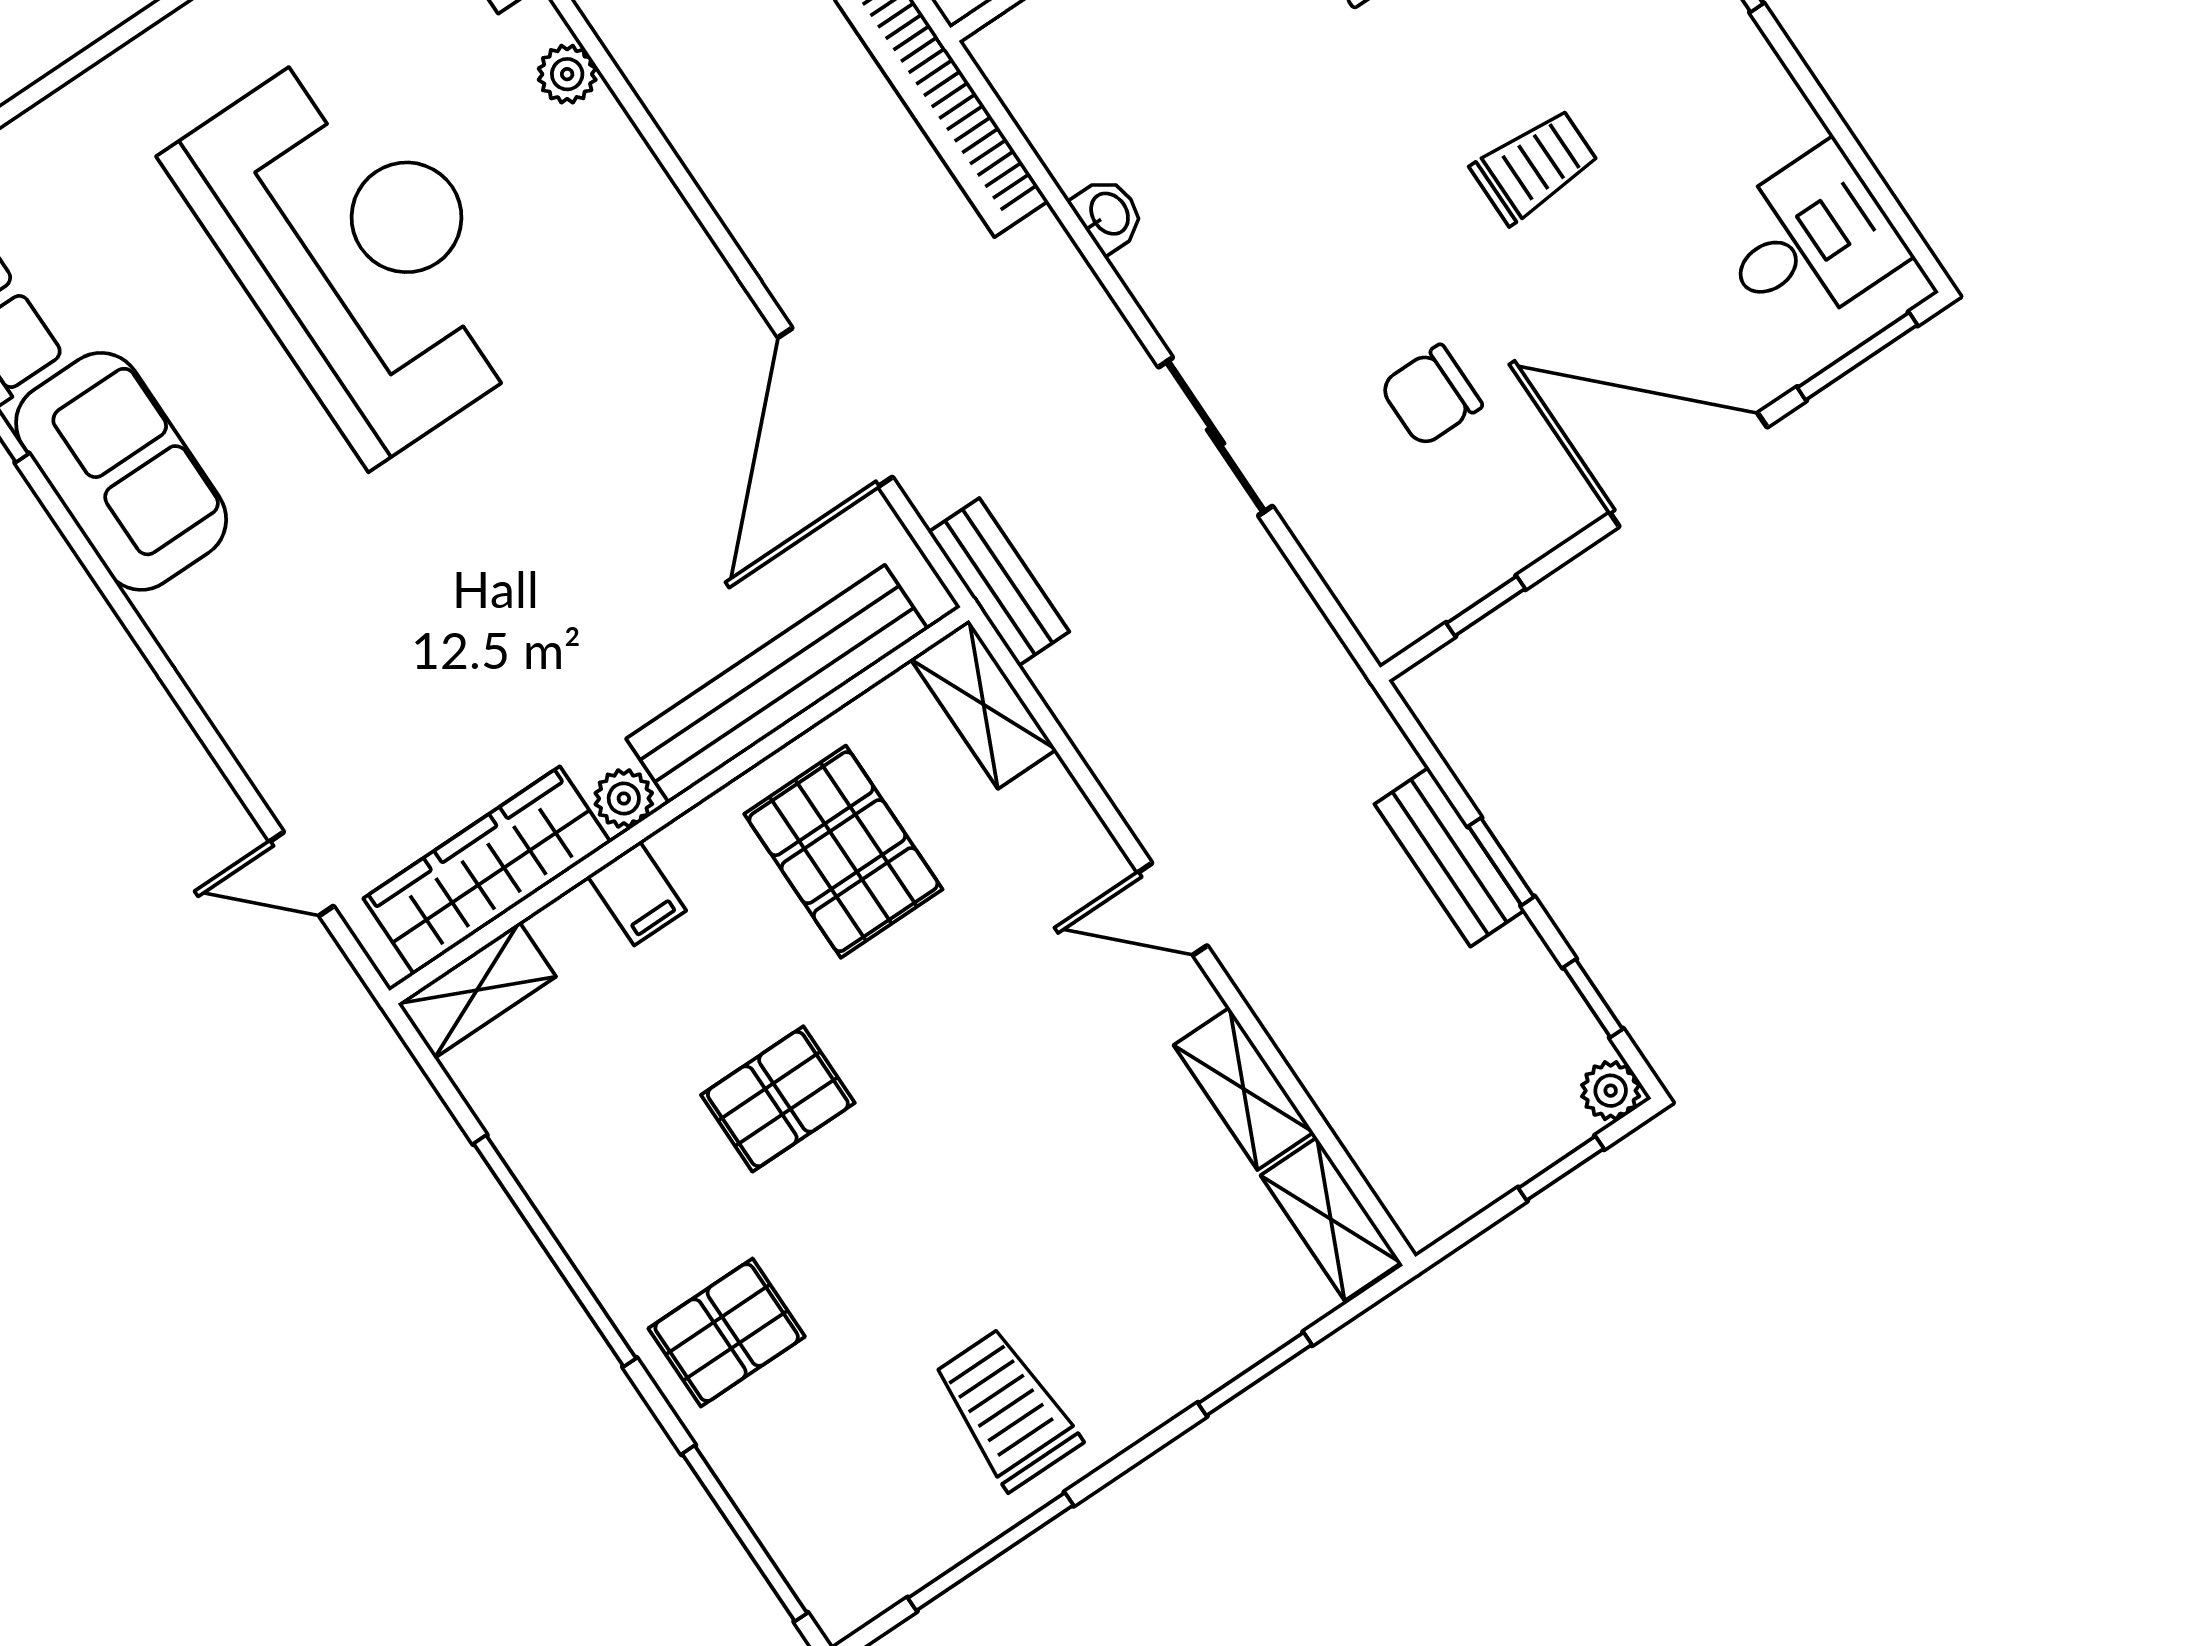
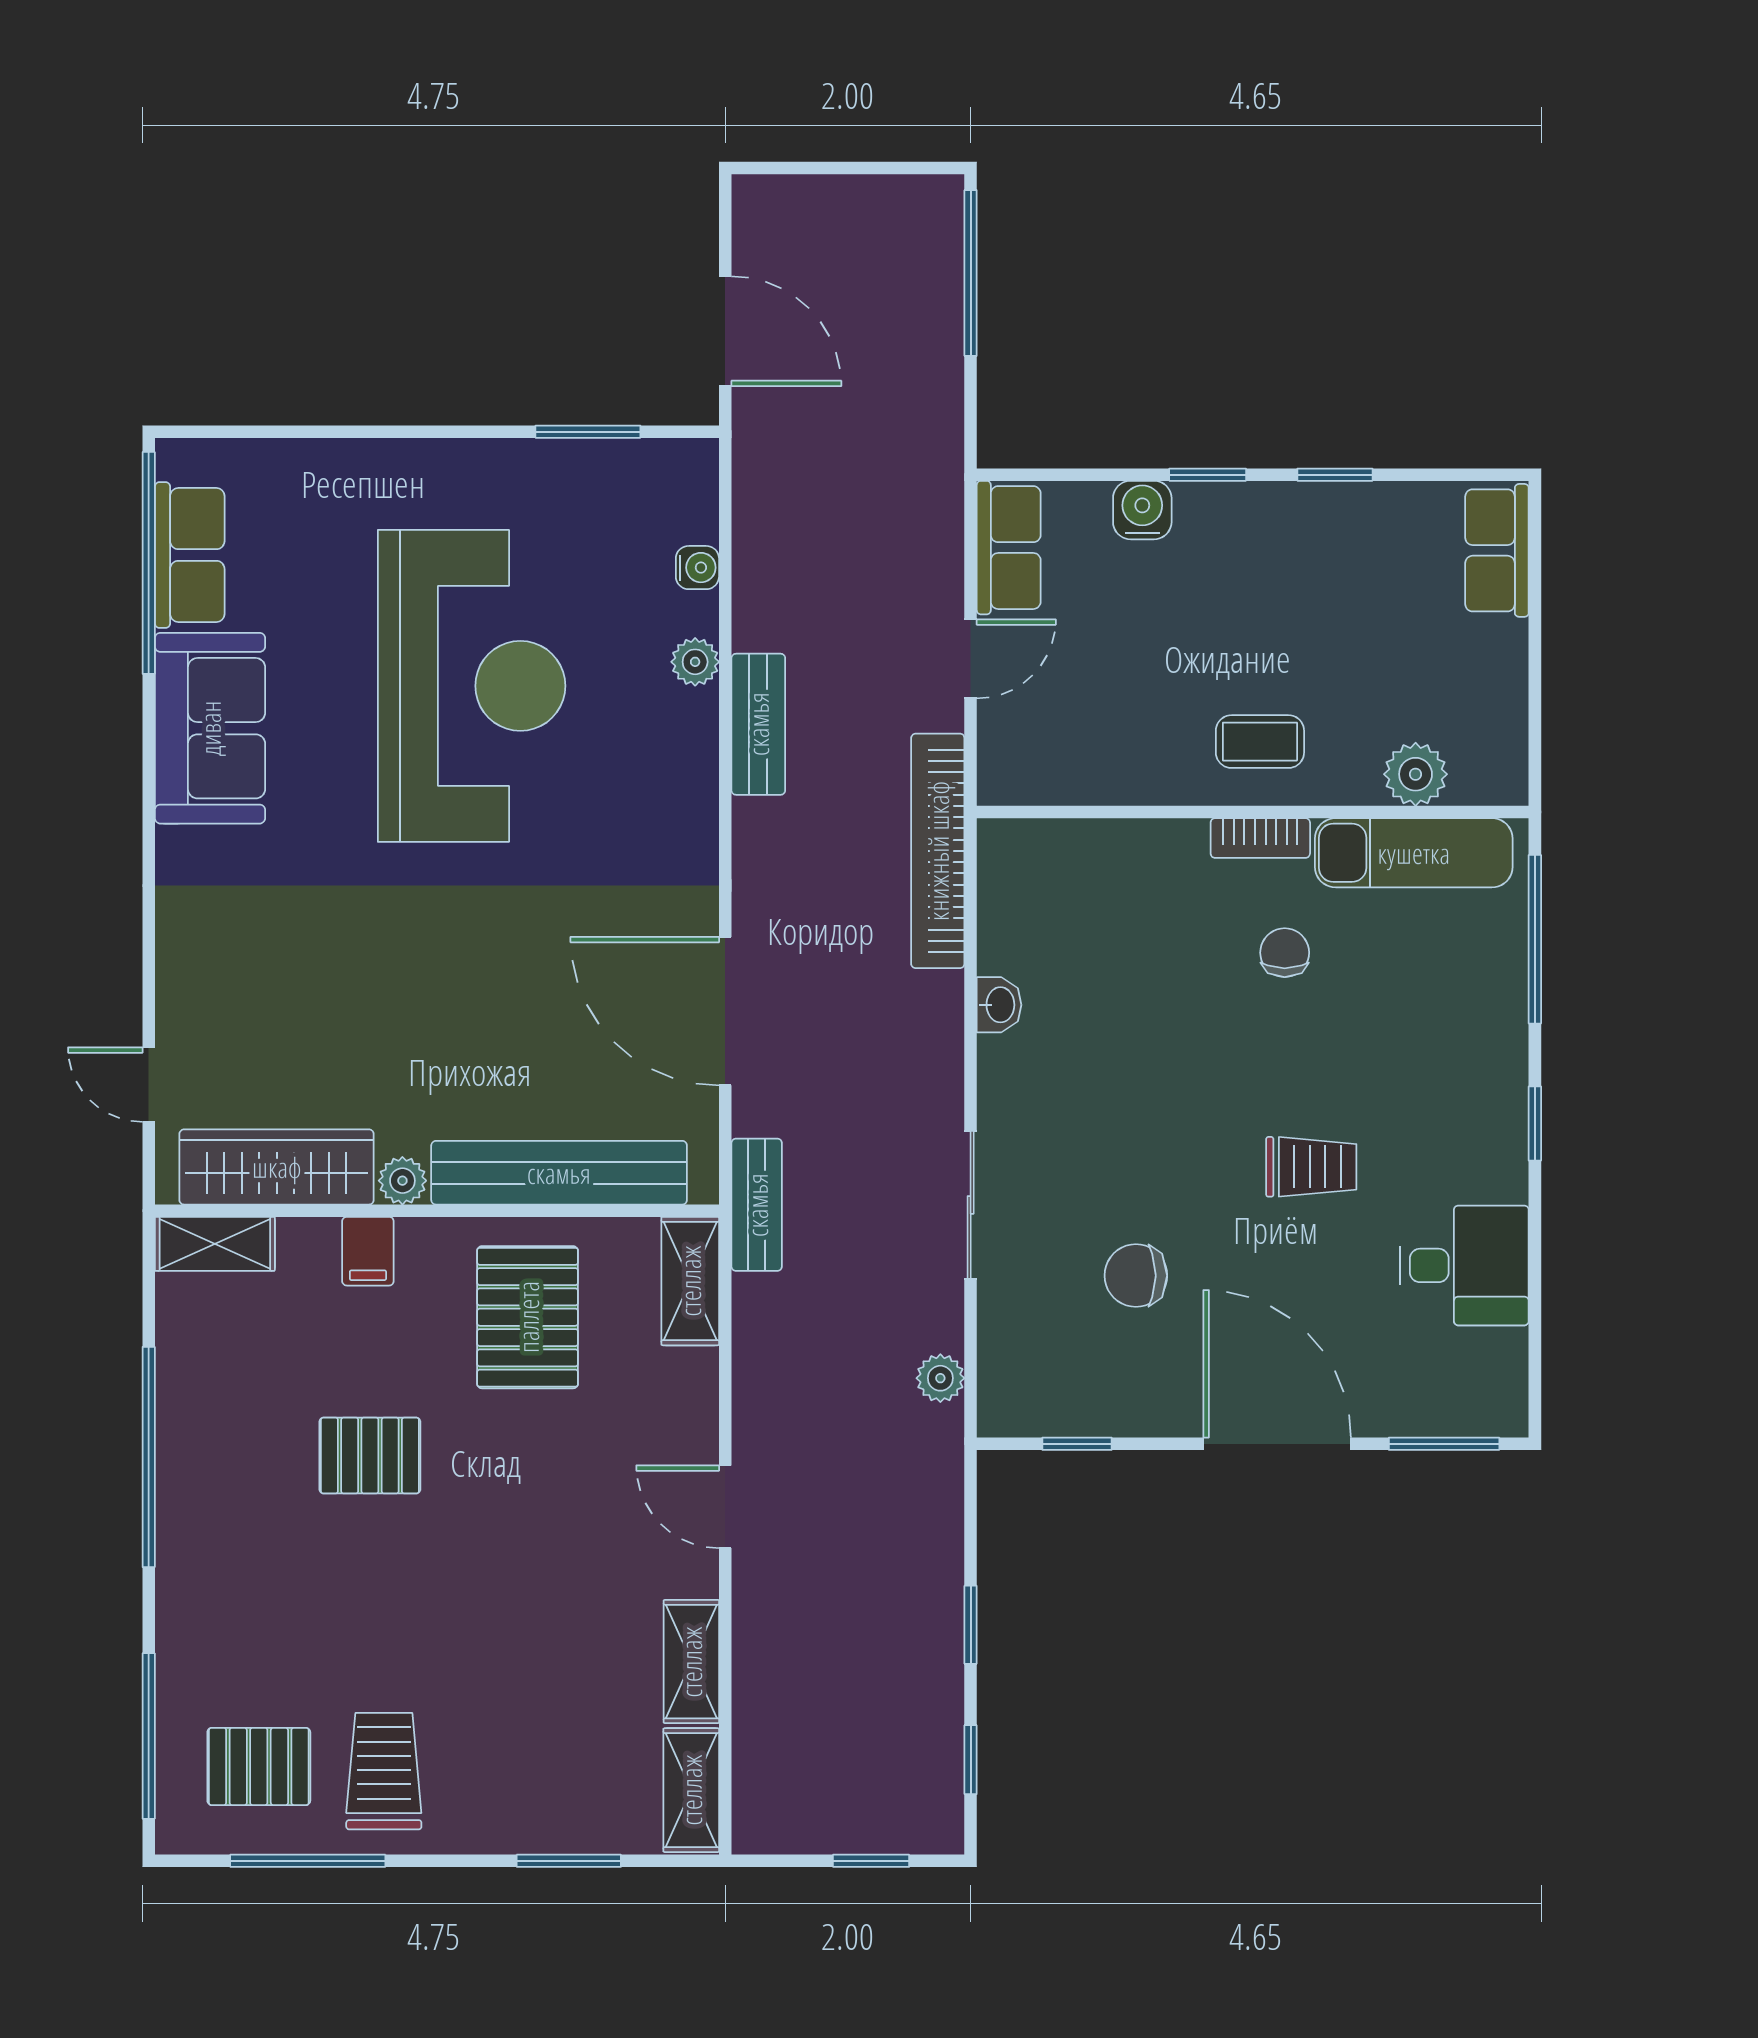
desk: (1809, 240) -> (1464, 1265), moved
door: (835, 407) -> (725, 1011), hinge flipped
bench: (1450, 857) -> (758, 724), moved
plant: (1611, 1091) -> (940, 1378), moved
pallet: (727, 1333) -> (259, 1766), moved

